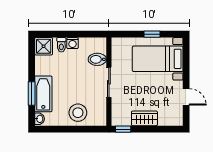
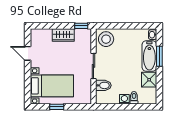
shower: (44, 46) -> (149, 80), moved
stool: (78, 113) -> (106, 39), moved

